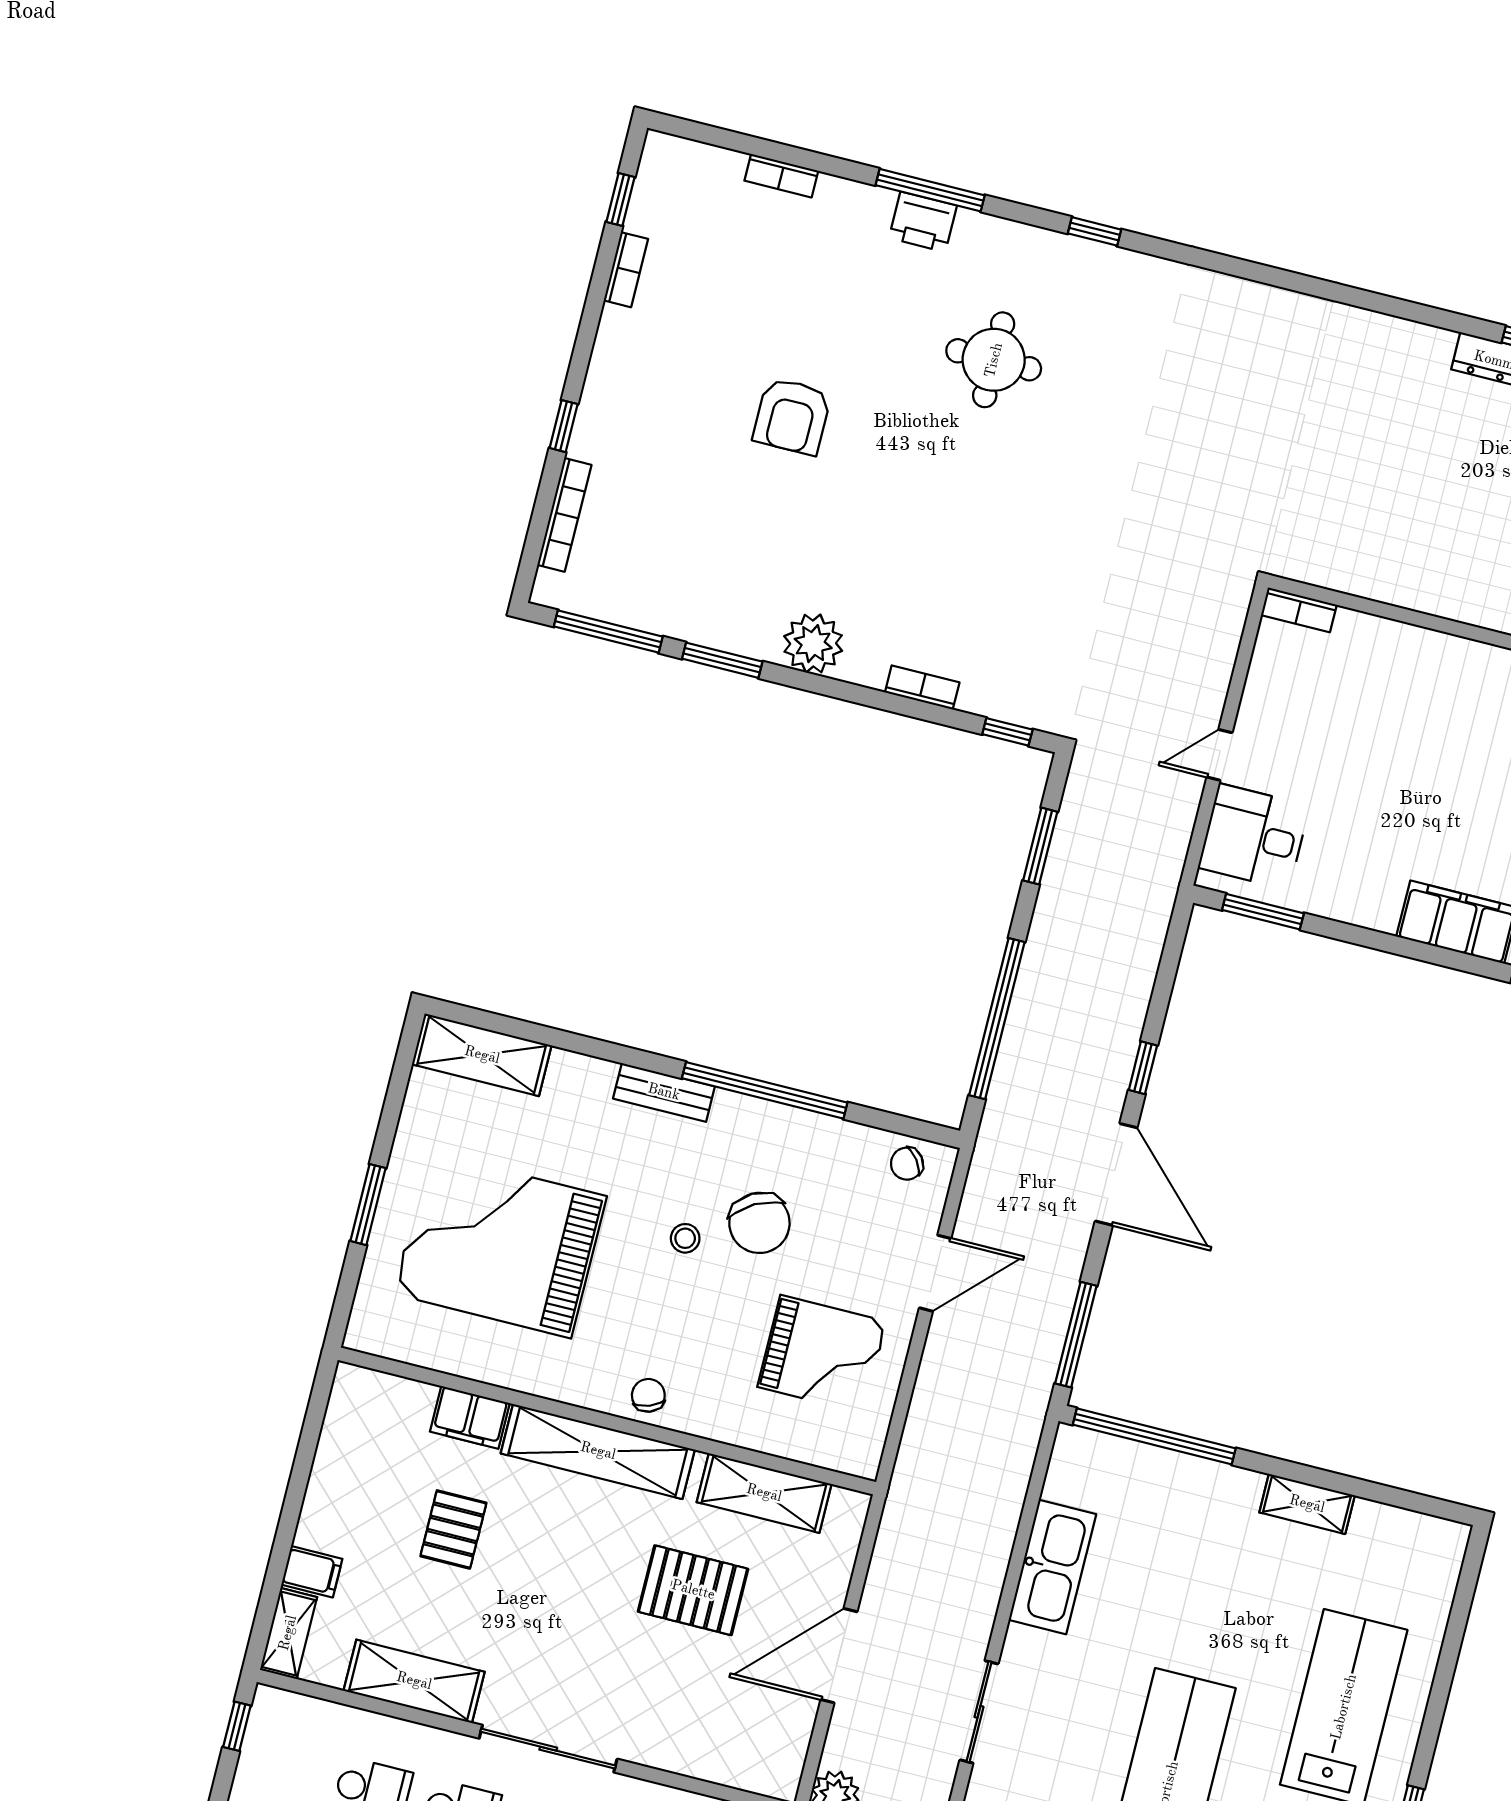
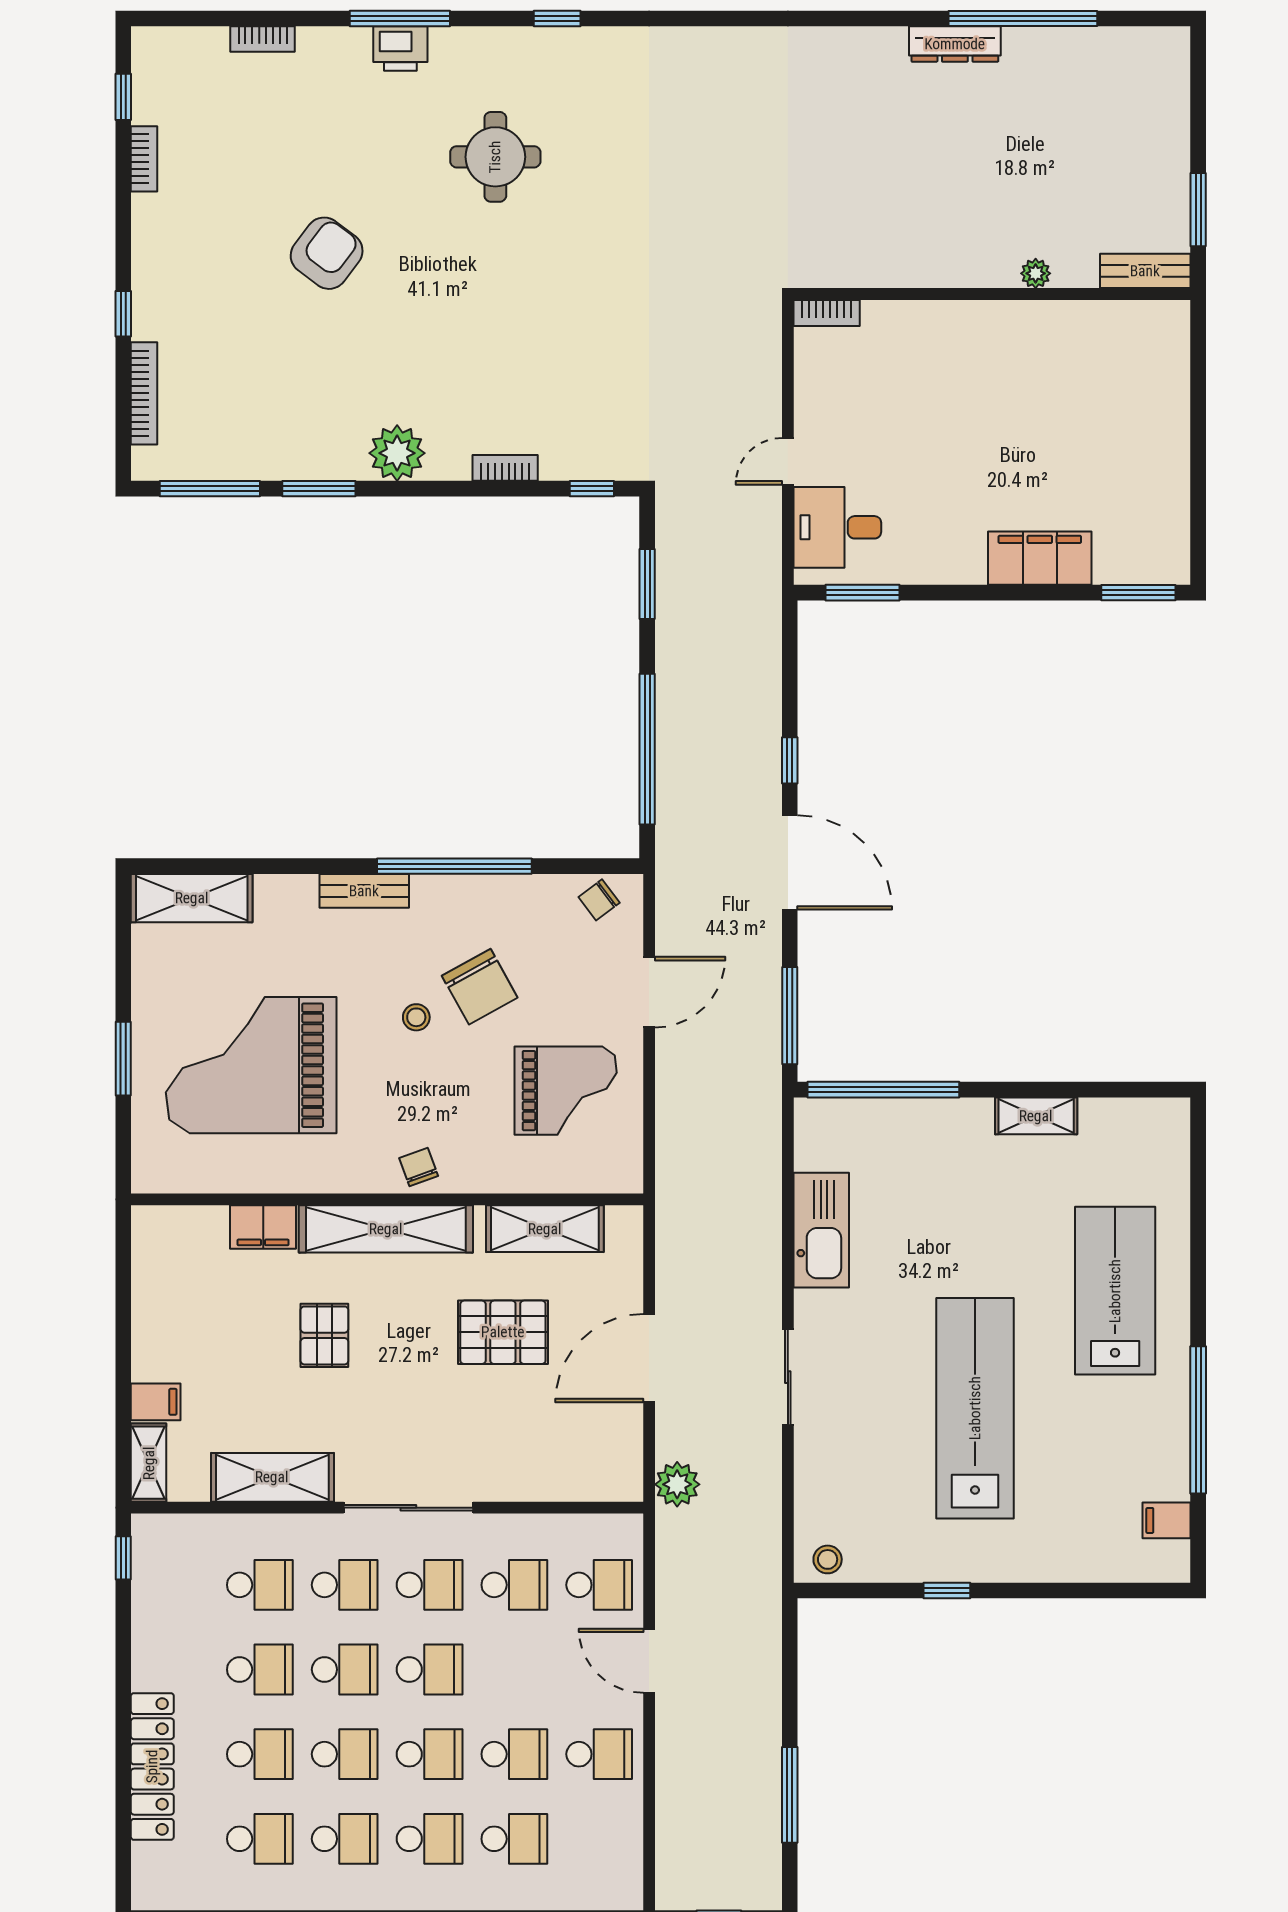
armchair: (792, 416) -> (327, 253), turned -143
pallet: (453, 1529) -> (324, 1335), moved

